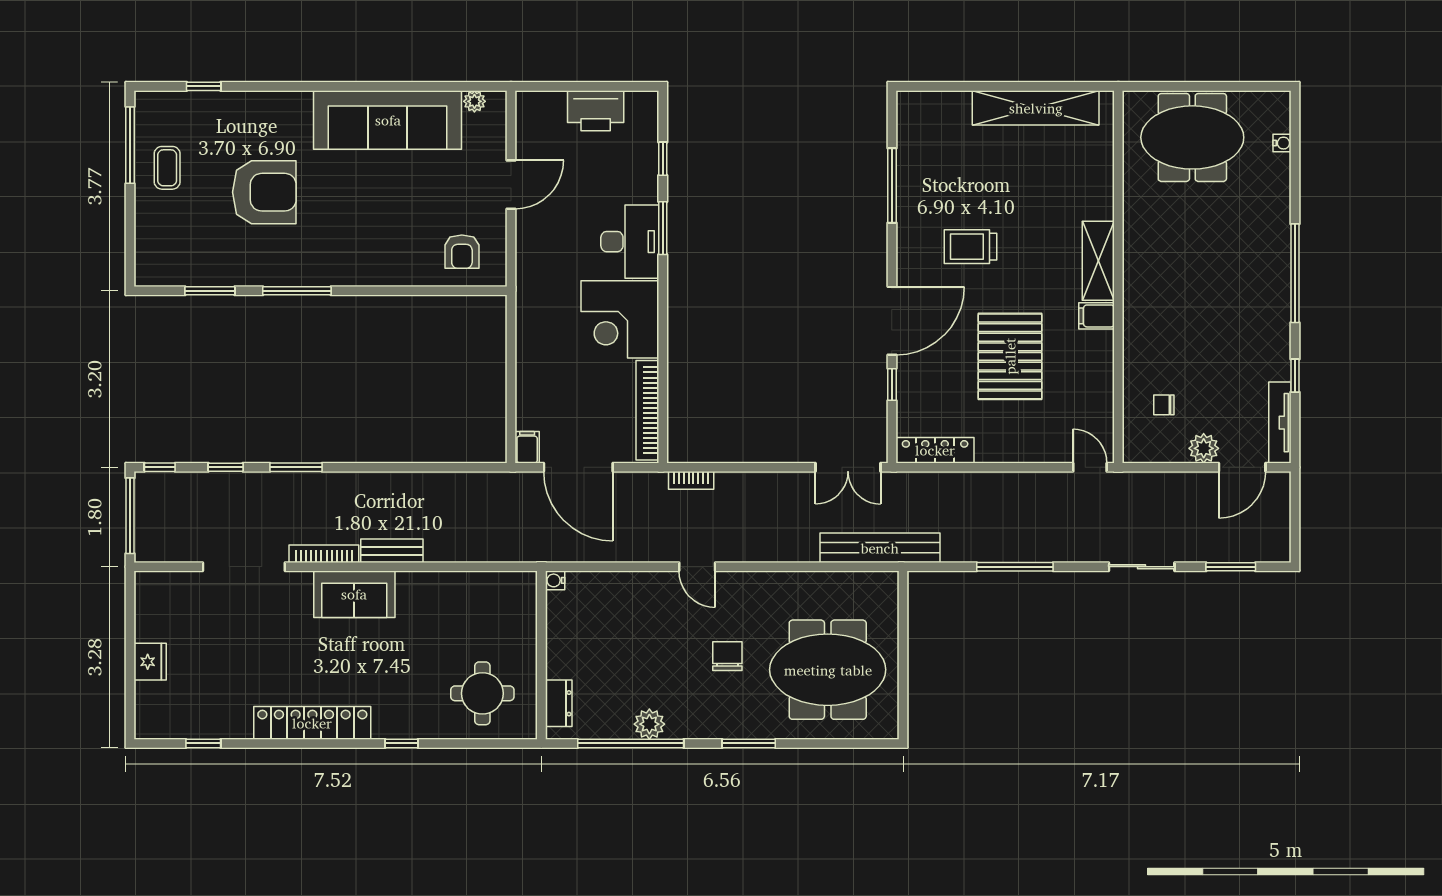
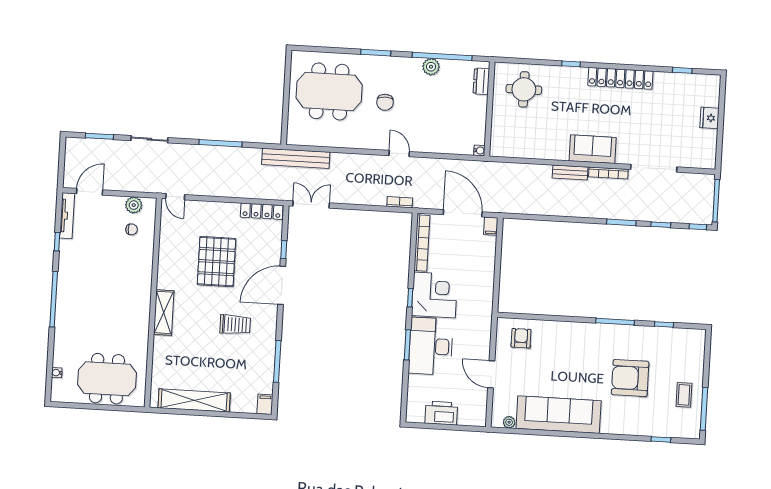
window: (663, 159) -> (410, 298), moved
door: (511, 185) -> (491, 374), hinge flipped
desk: (630, 242) -> (431, 346), width x1.36, depth x1.30
window: (210, 291) -> (664, 324), width x0.67
filing cabinet: (1096, 316) -> (265, 404), moved, turned -90
plant: (1204, 448) -> (134, 205), moved

